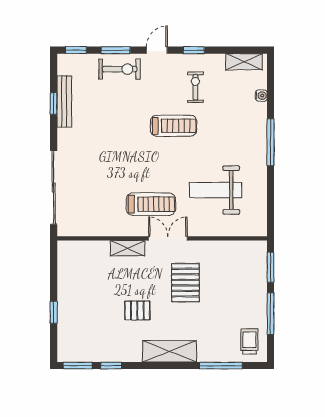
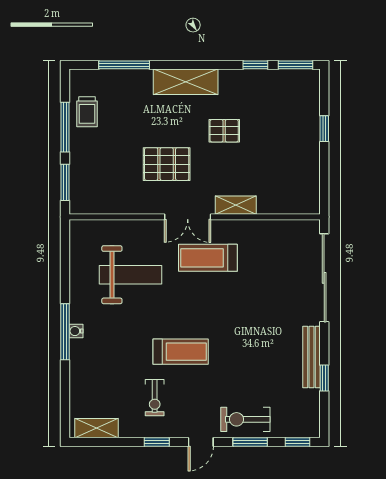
water cooler: (261, 96) -> (76, 331), moved
bench: (64, 101) -> (311, 357), moved
treadmill: (174, 126) -> (181, 352), turned 180
pallet: (185, 283) -> (167, 164), turned 90
trolley: (249, 341) -> (87, 112), moved

